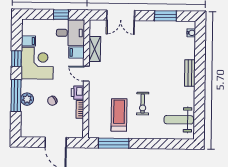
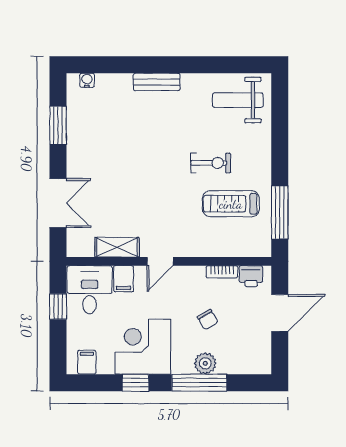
filing cabinet: (28, 41) -> (87, 362), moved
printer: (78, 93) -> (251, 276), moved
weight bench: (179, 120) -> (238, 100), turned 90

